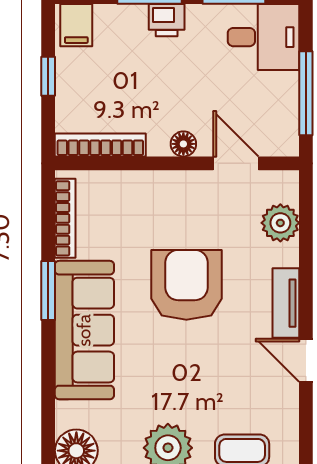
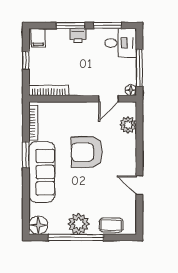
floor lamp: (183, 144) -> (131, 90), moved
door: (236, 163) -> (109, 99), swing flipped
armchair: (186, 285) -> (87, 152), turned -90
tv unit: (286, 303) -> (130, 160), removed

